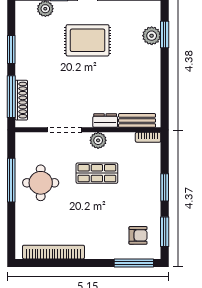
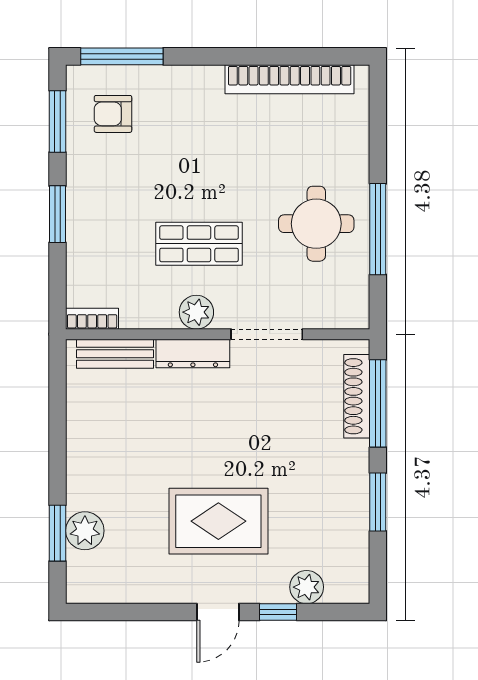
dresser: (105, 121) -> (193, 354), width x1.44

